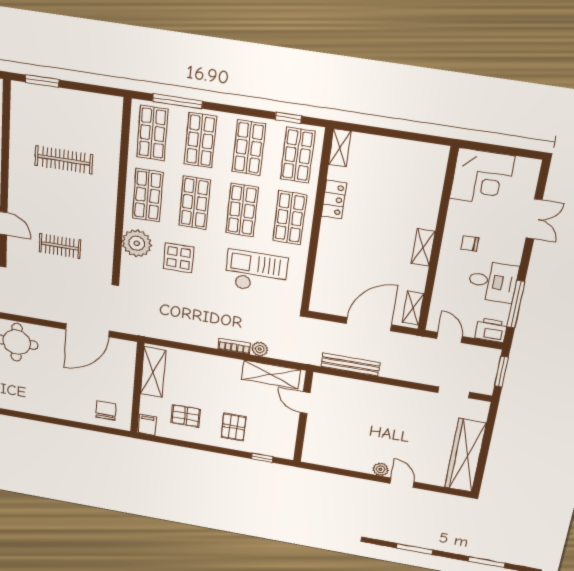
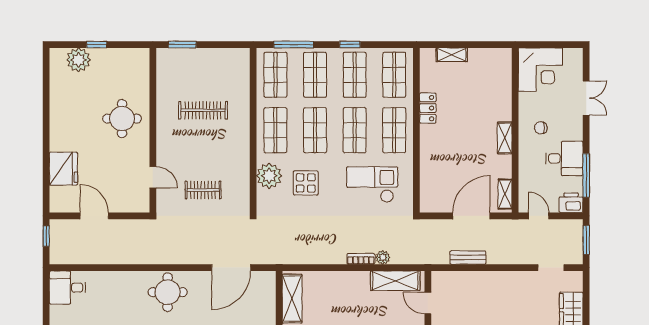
window: (288, 118) -> (350, 45), moved
shelving: (340, 148) -> (452, 55), moved, turned 90
bench: (350, 364) -> (468, 258), width x0.73

